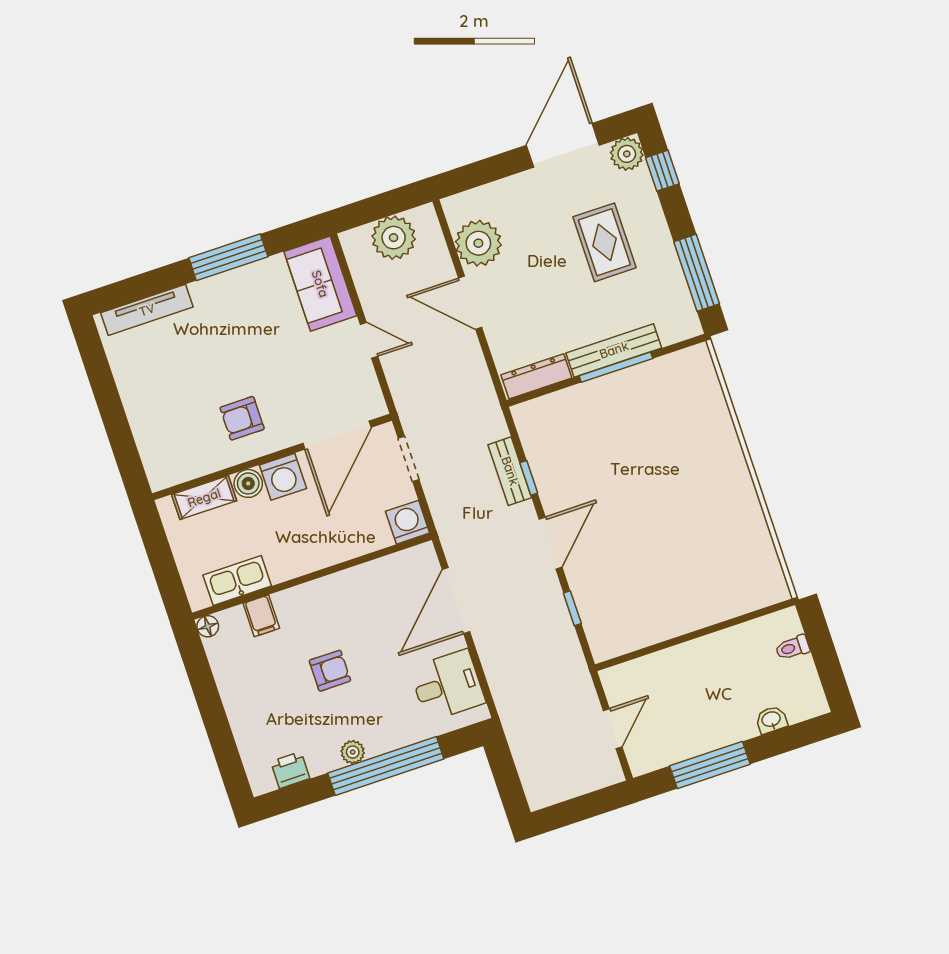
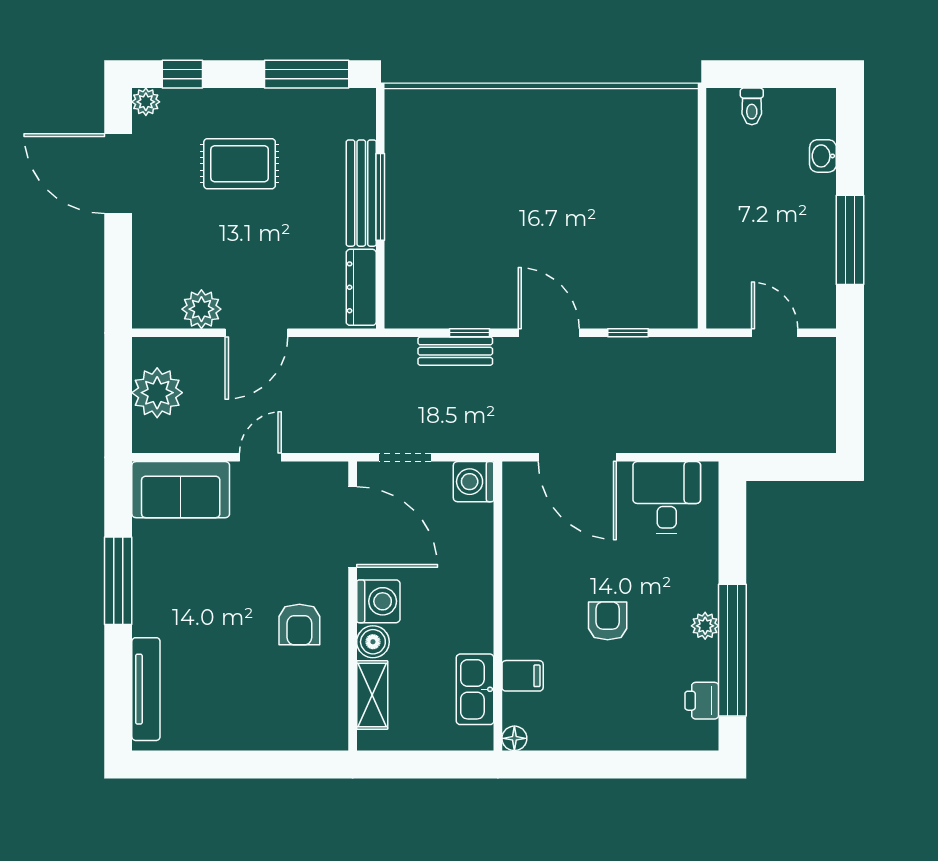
plant: (627, 154) -> (146, 102), width x0.73, depth x0.73
plant: (478, 243) -> (201, 309), width x0.73, depth x0.73
window: (386, 766) -> (732, 650), moved

